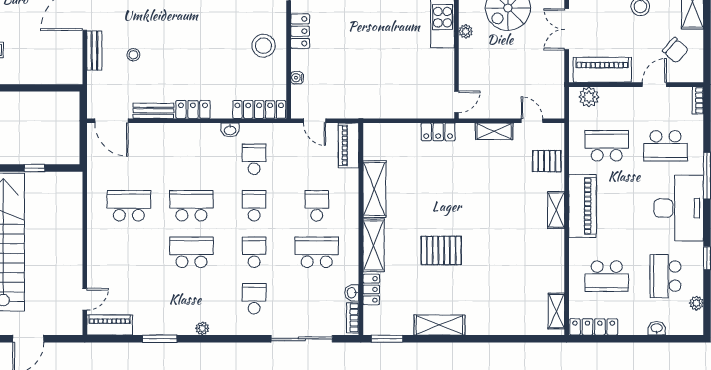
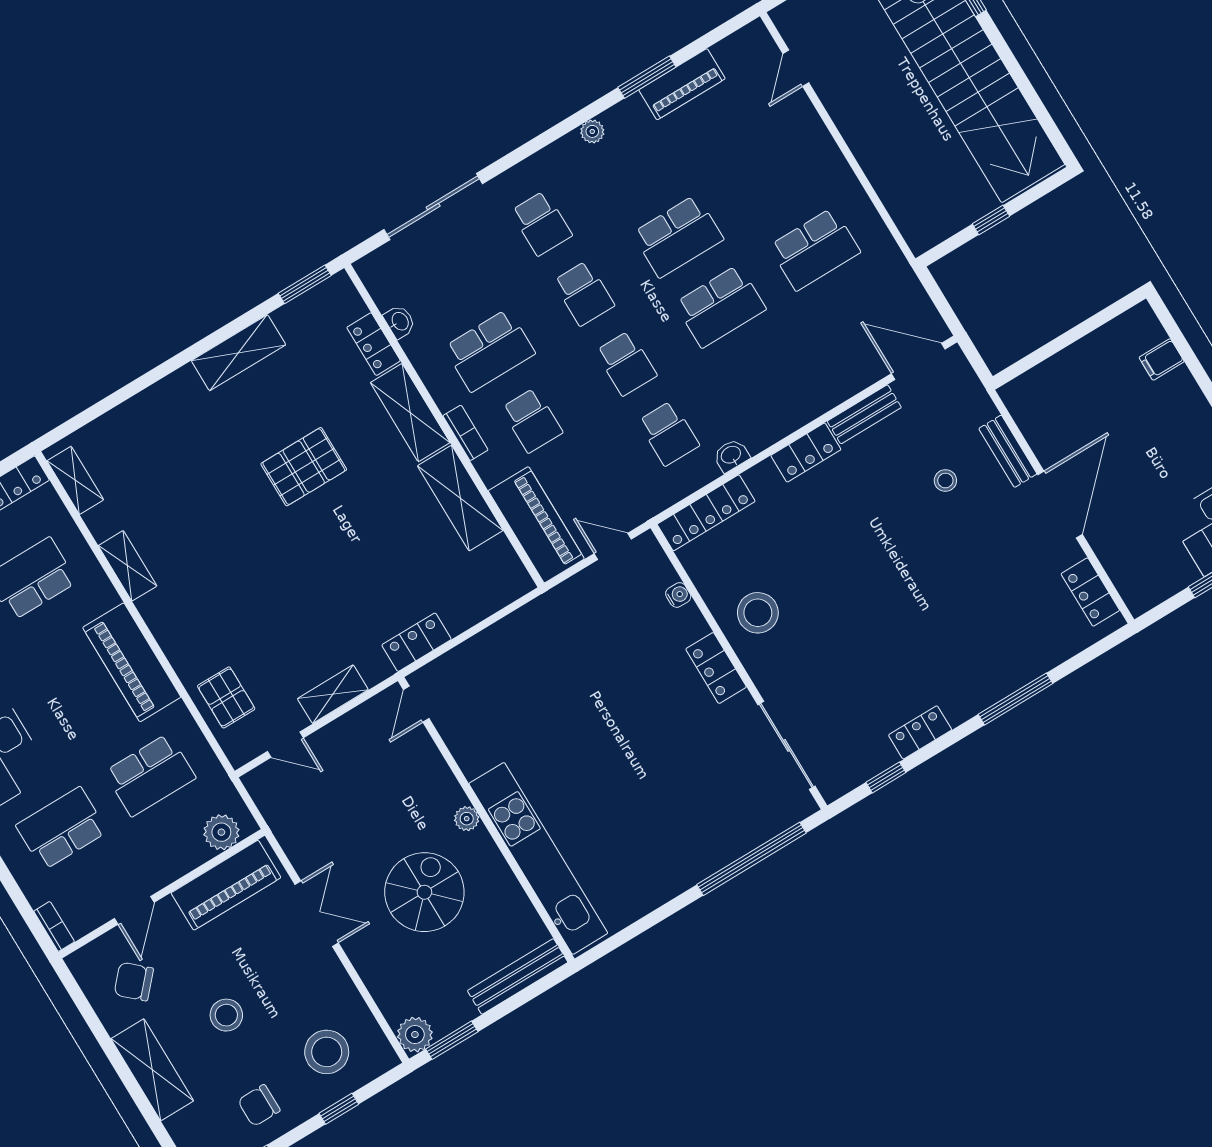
piano: (349, 145) -> (536, 525), width x1.37, depth x1.33
pallet: (547, 161) -> (226, 697), turned 90
shelving: (556, 210) -> (128, 566), moved
bookcase: (353, 318) -> (466, 433), moved
piano: (110, 325) -> (682, 84), moved

